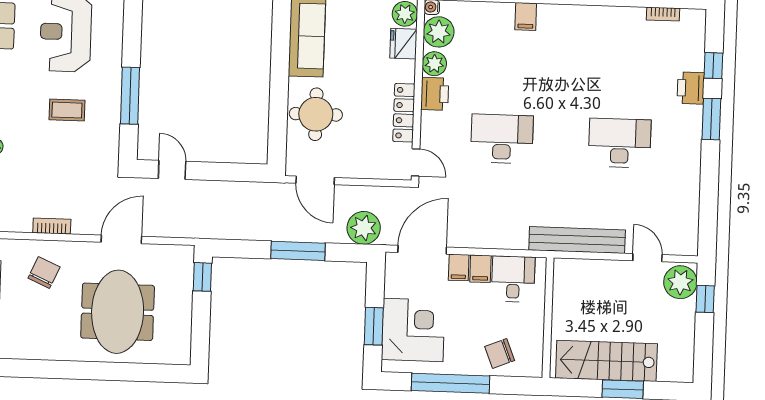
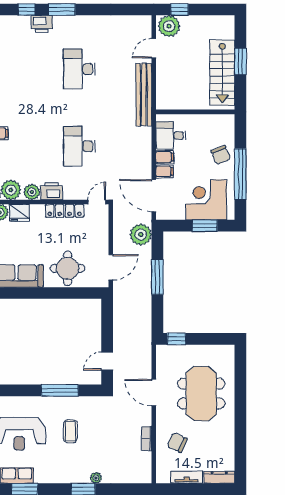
meeting table: (118, 312) -> (201, 394), turned 90
chair: (500, 353) -> (221, 155), moved

